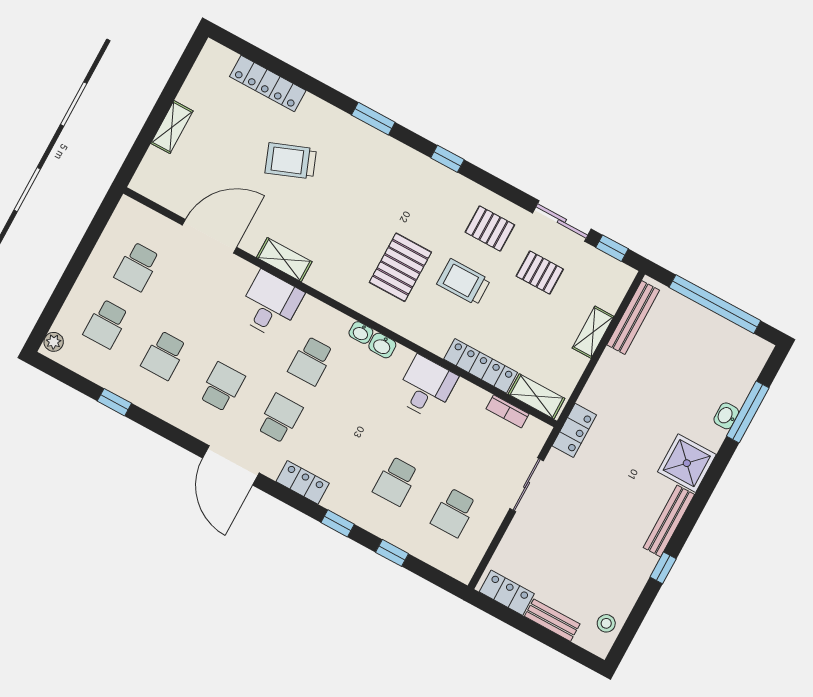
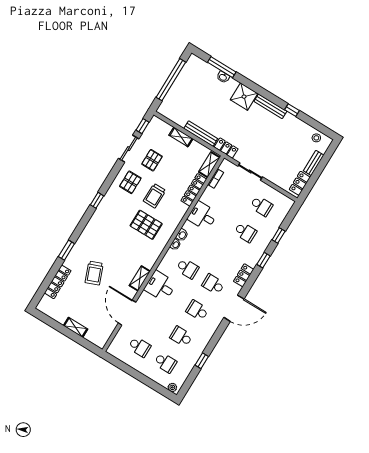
window: (373, 119) -> (66, 250), moved
bench: (633, 317) -> (201, 134), moved
school desk: (164, 355) -> (181, 337), turned 180

